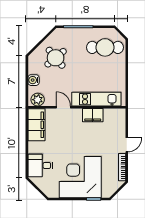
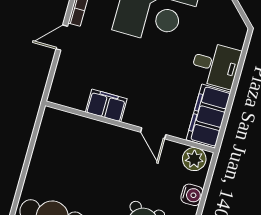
kitchen unit: (96, 99) -> (92, 131), removed
desk: (40, 165) -> (216, 65), moved

